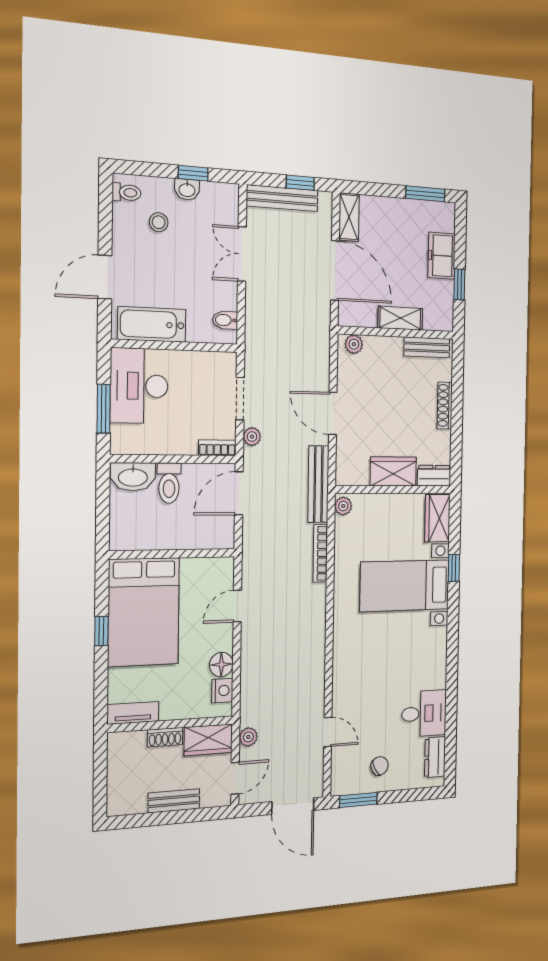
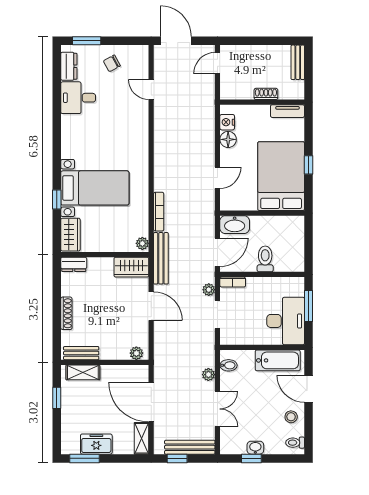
stool: (159, 222) -> (291, 417), moved
freezer: (442, 256) -> (96, 444), moved, turned -90
door: (105, 277) -> (309, 389), swing flipped
shelving: (400, 318) -> (83, 372), moved
wardrobe: (393, 471) -> (131, 267), moved
washbasin: (133, 477) -> (235, 225), moved, turned 180
plant: (248, 737) -> (208, 375), moved
wardrobe: (208, 740) -> (236, 90), removed
window: (358, 800) -> (87, 41), moved
bench: (174, 801) -> (298, 62), moved, turned 90

